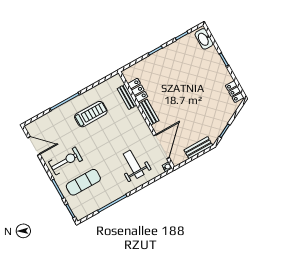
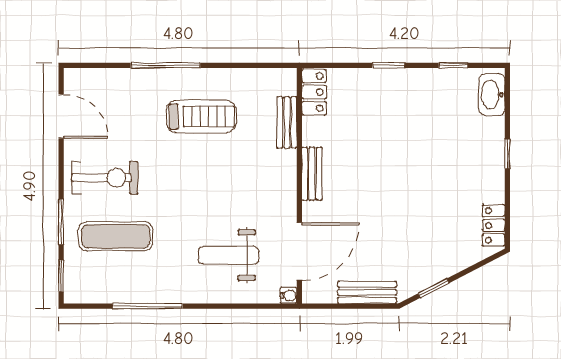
locker: (138, 90) -> (314, 92), moved
weight bench: (134, 164) -> (228, 255), turned -90

